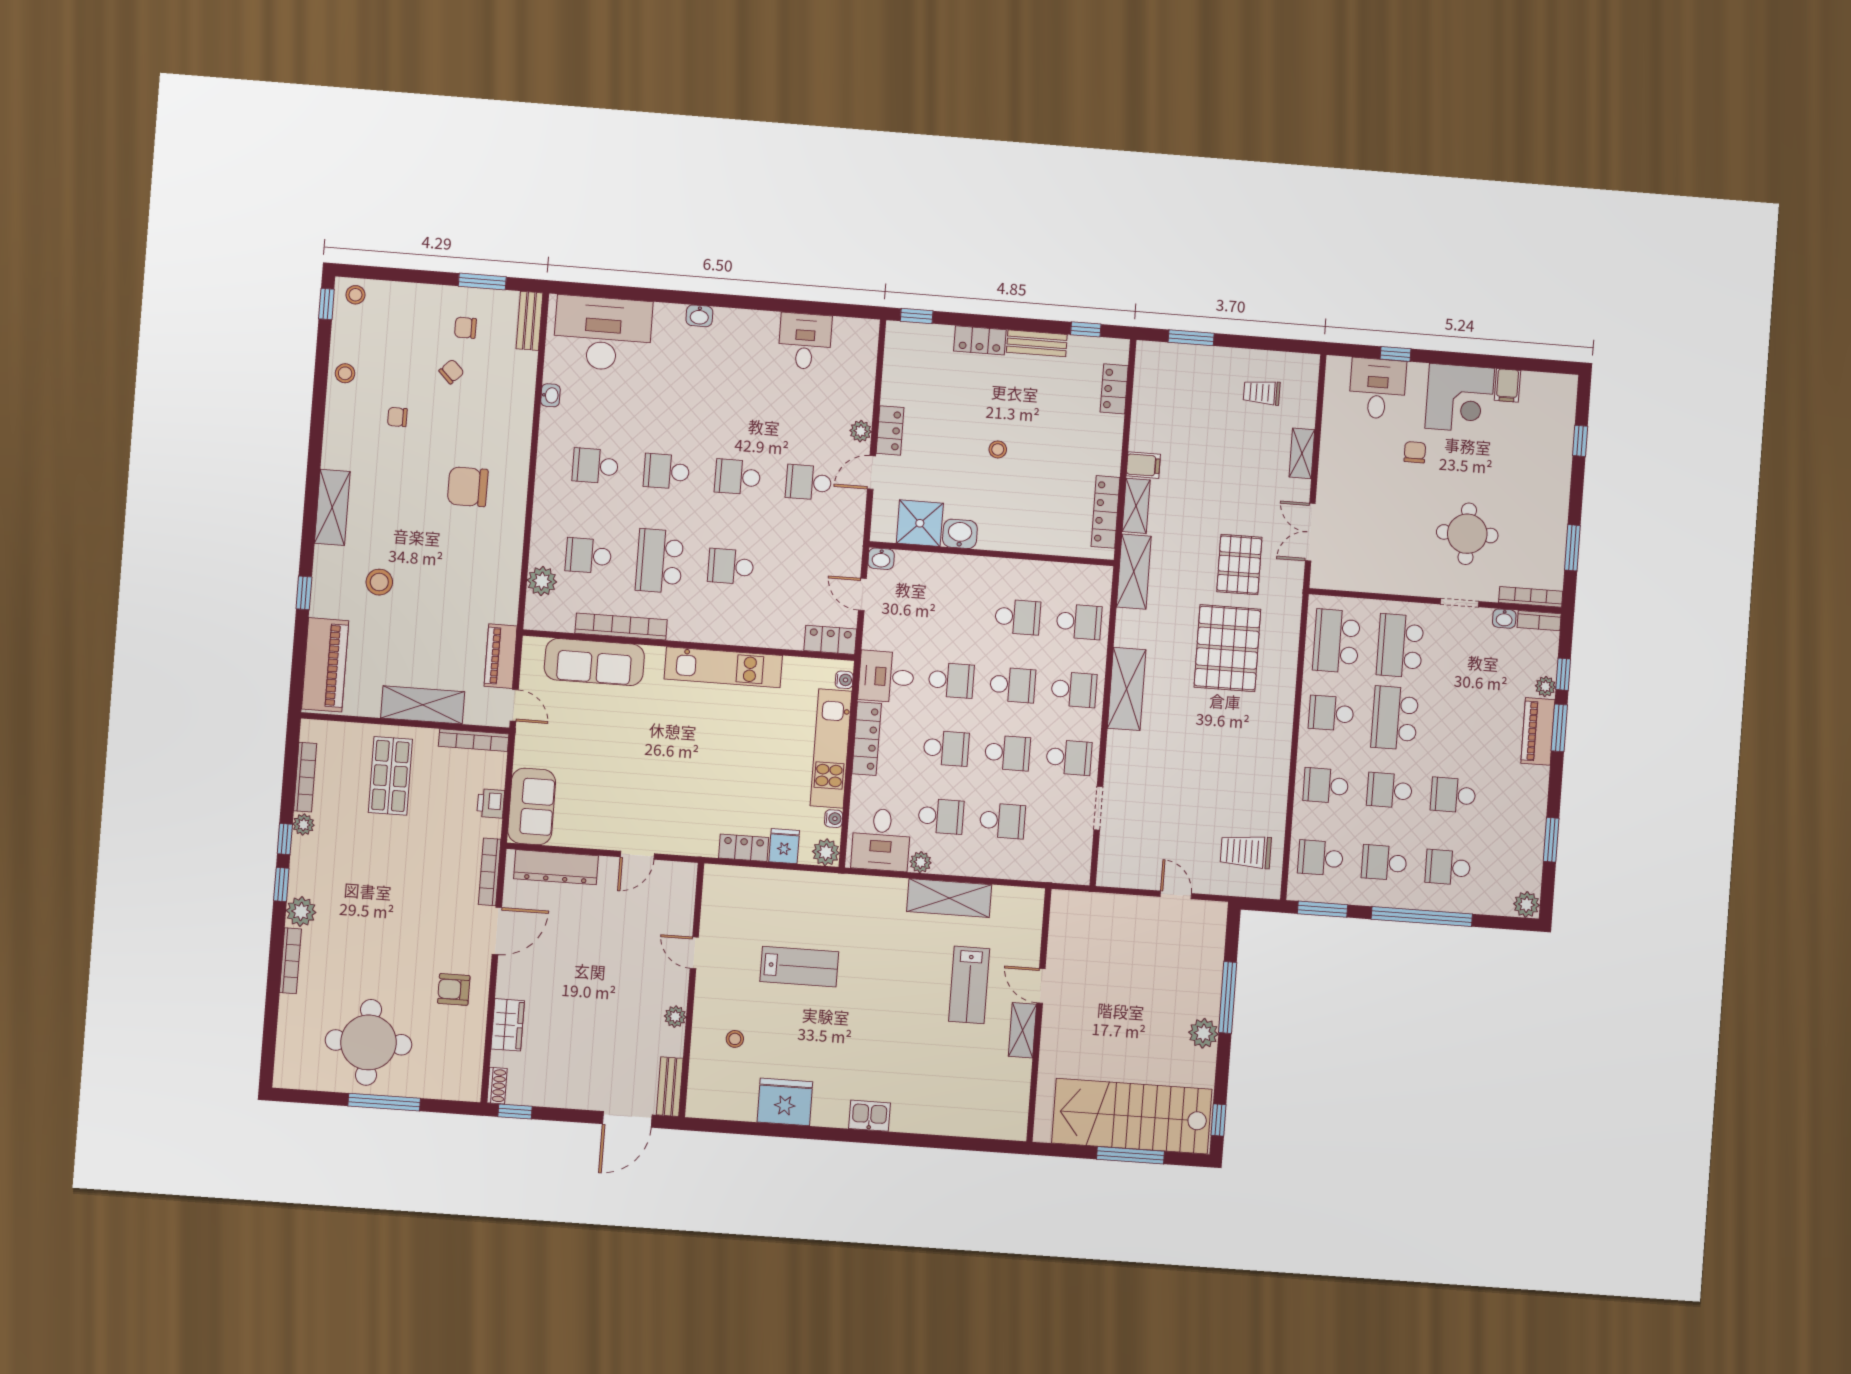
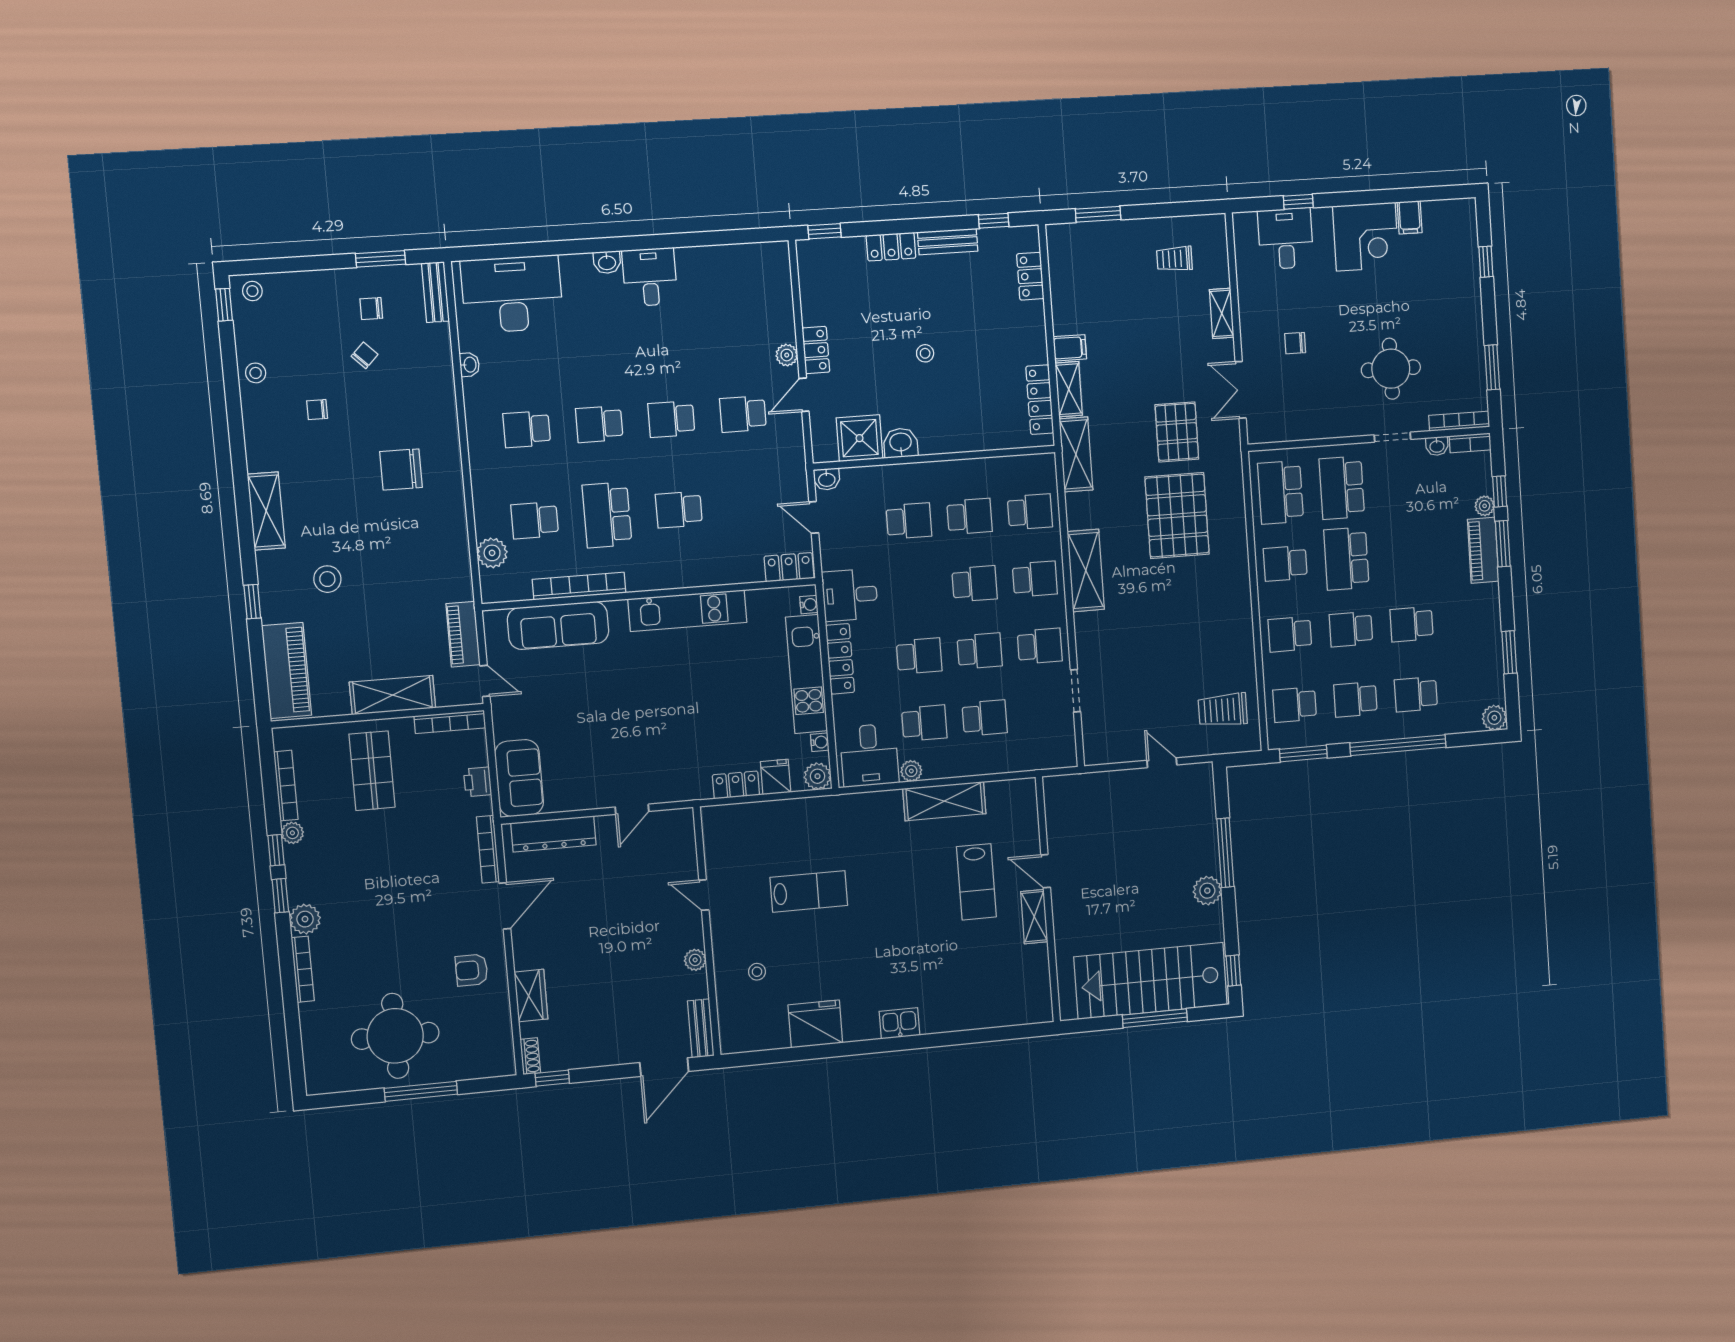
desk: (805, 341) -> (650, 277), moved
chair: (1415, 452) -> (1295, 343), moved, turned -90
school desk: (951, 680) -> (909, 521), moved

